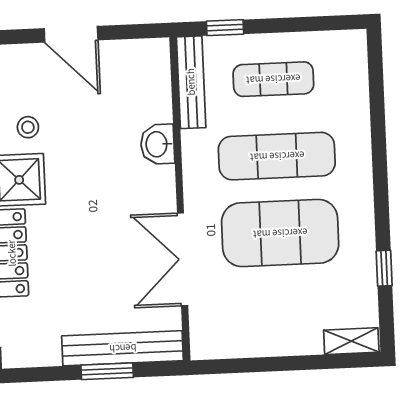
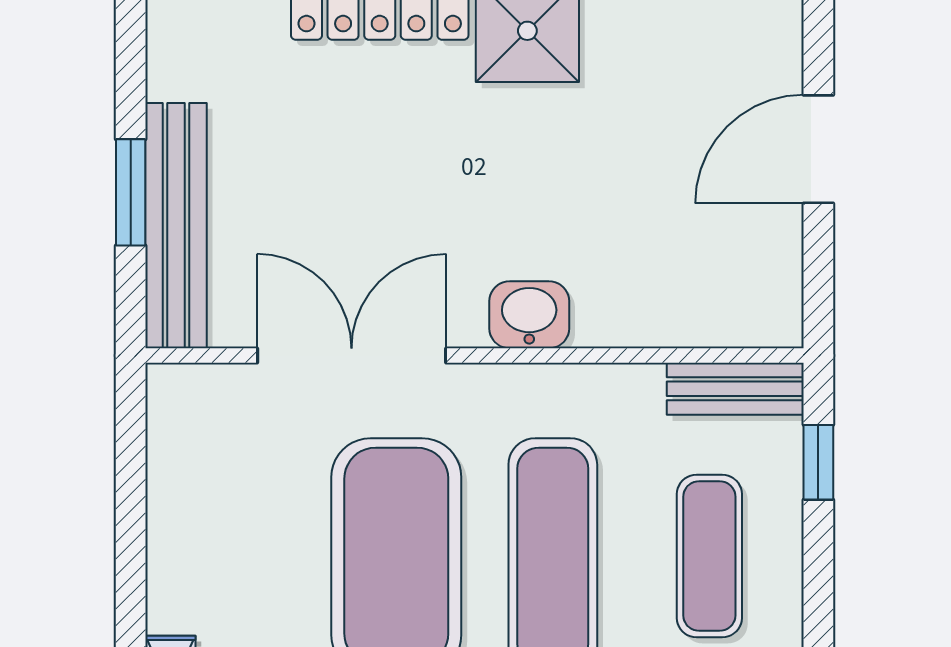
bench: (191, 82) -> (735, 389), width x0.73
stool: (28, 127) -> (634, 53), removed
washbasin: (157, 144) -> (529, 315), moved

